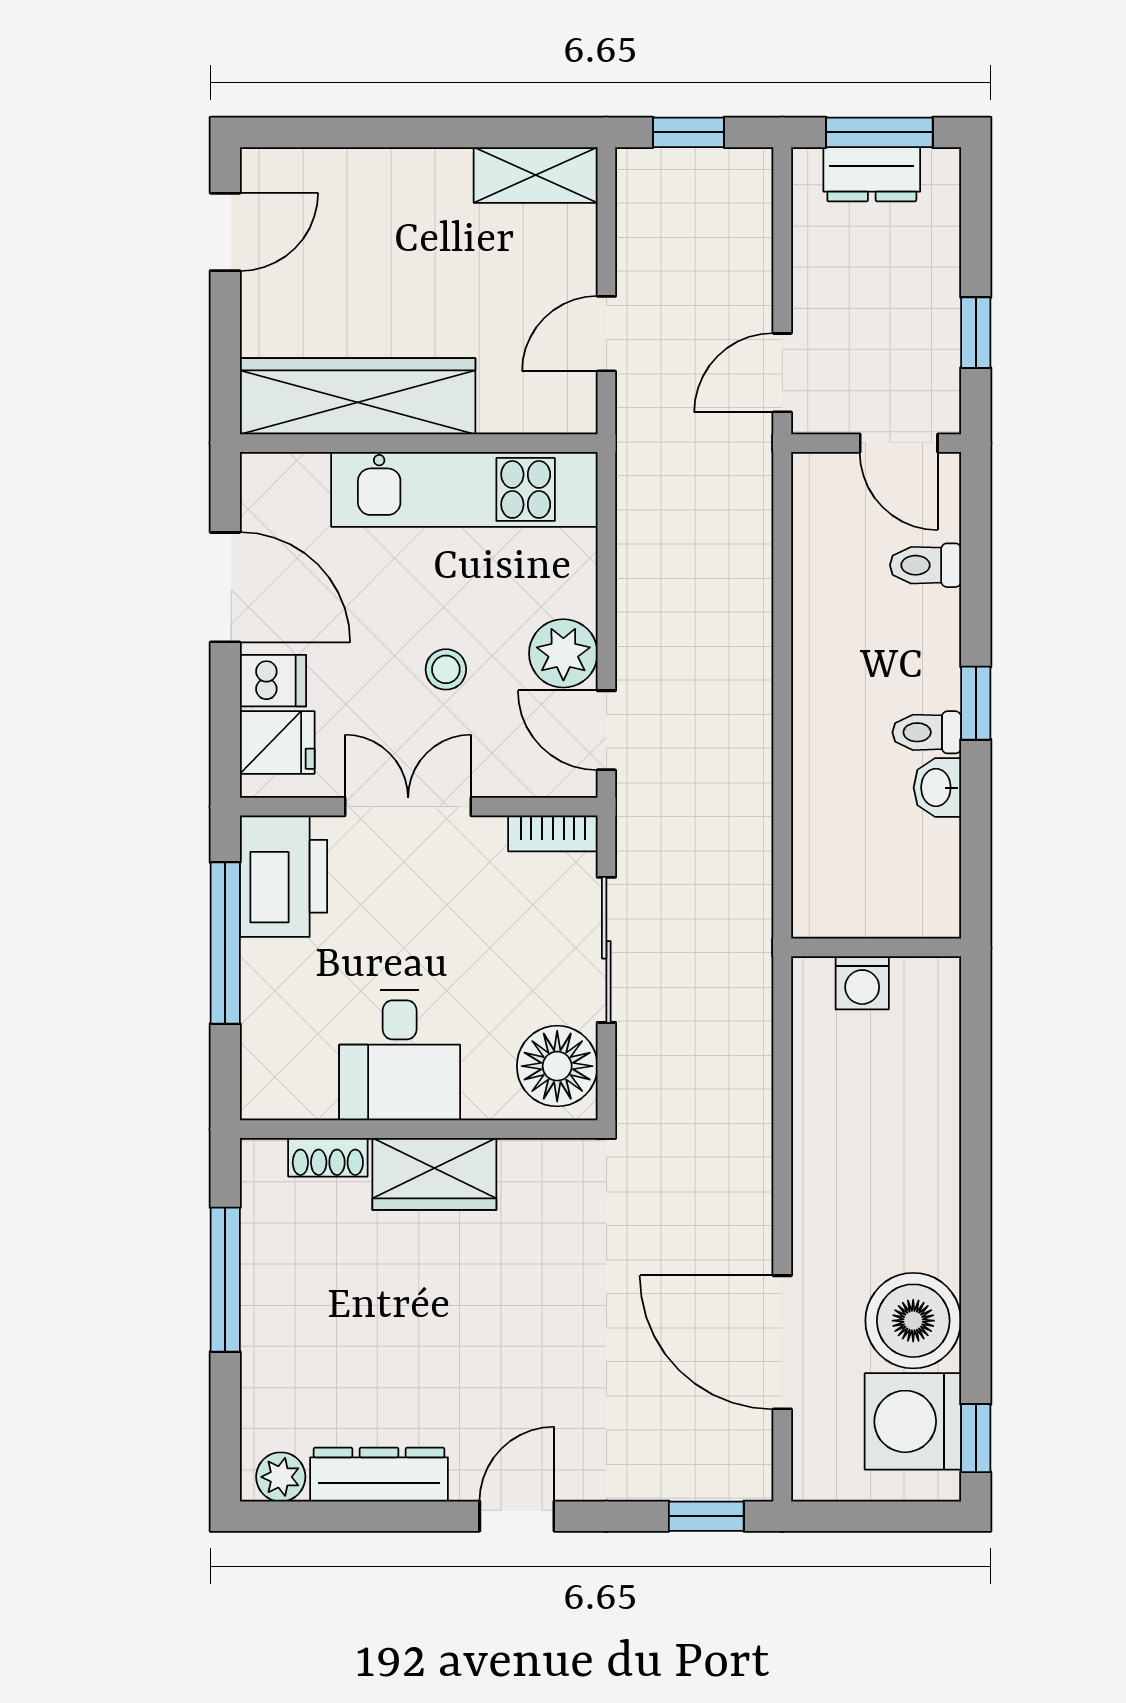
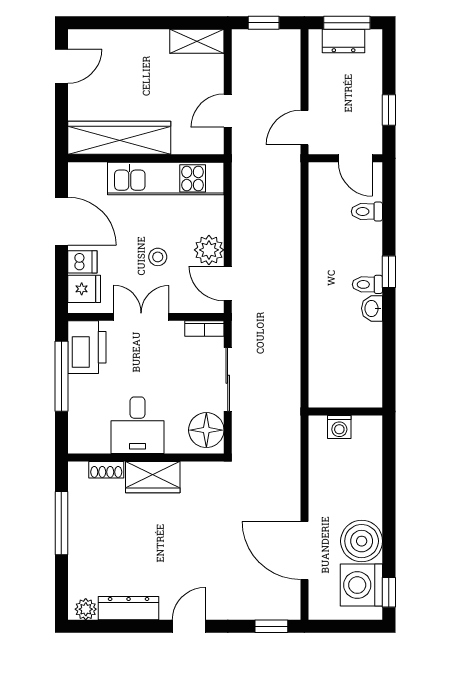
wall: (876, 947) -> (345, 411), moved
washing machine: (862, 983) -> (339, 427), moved

